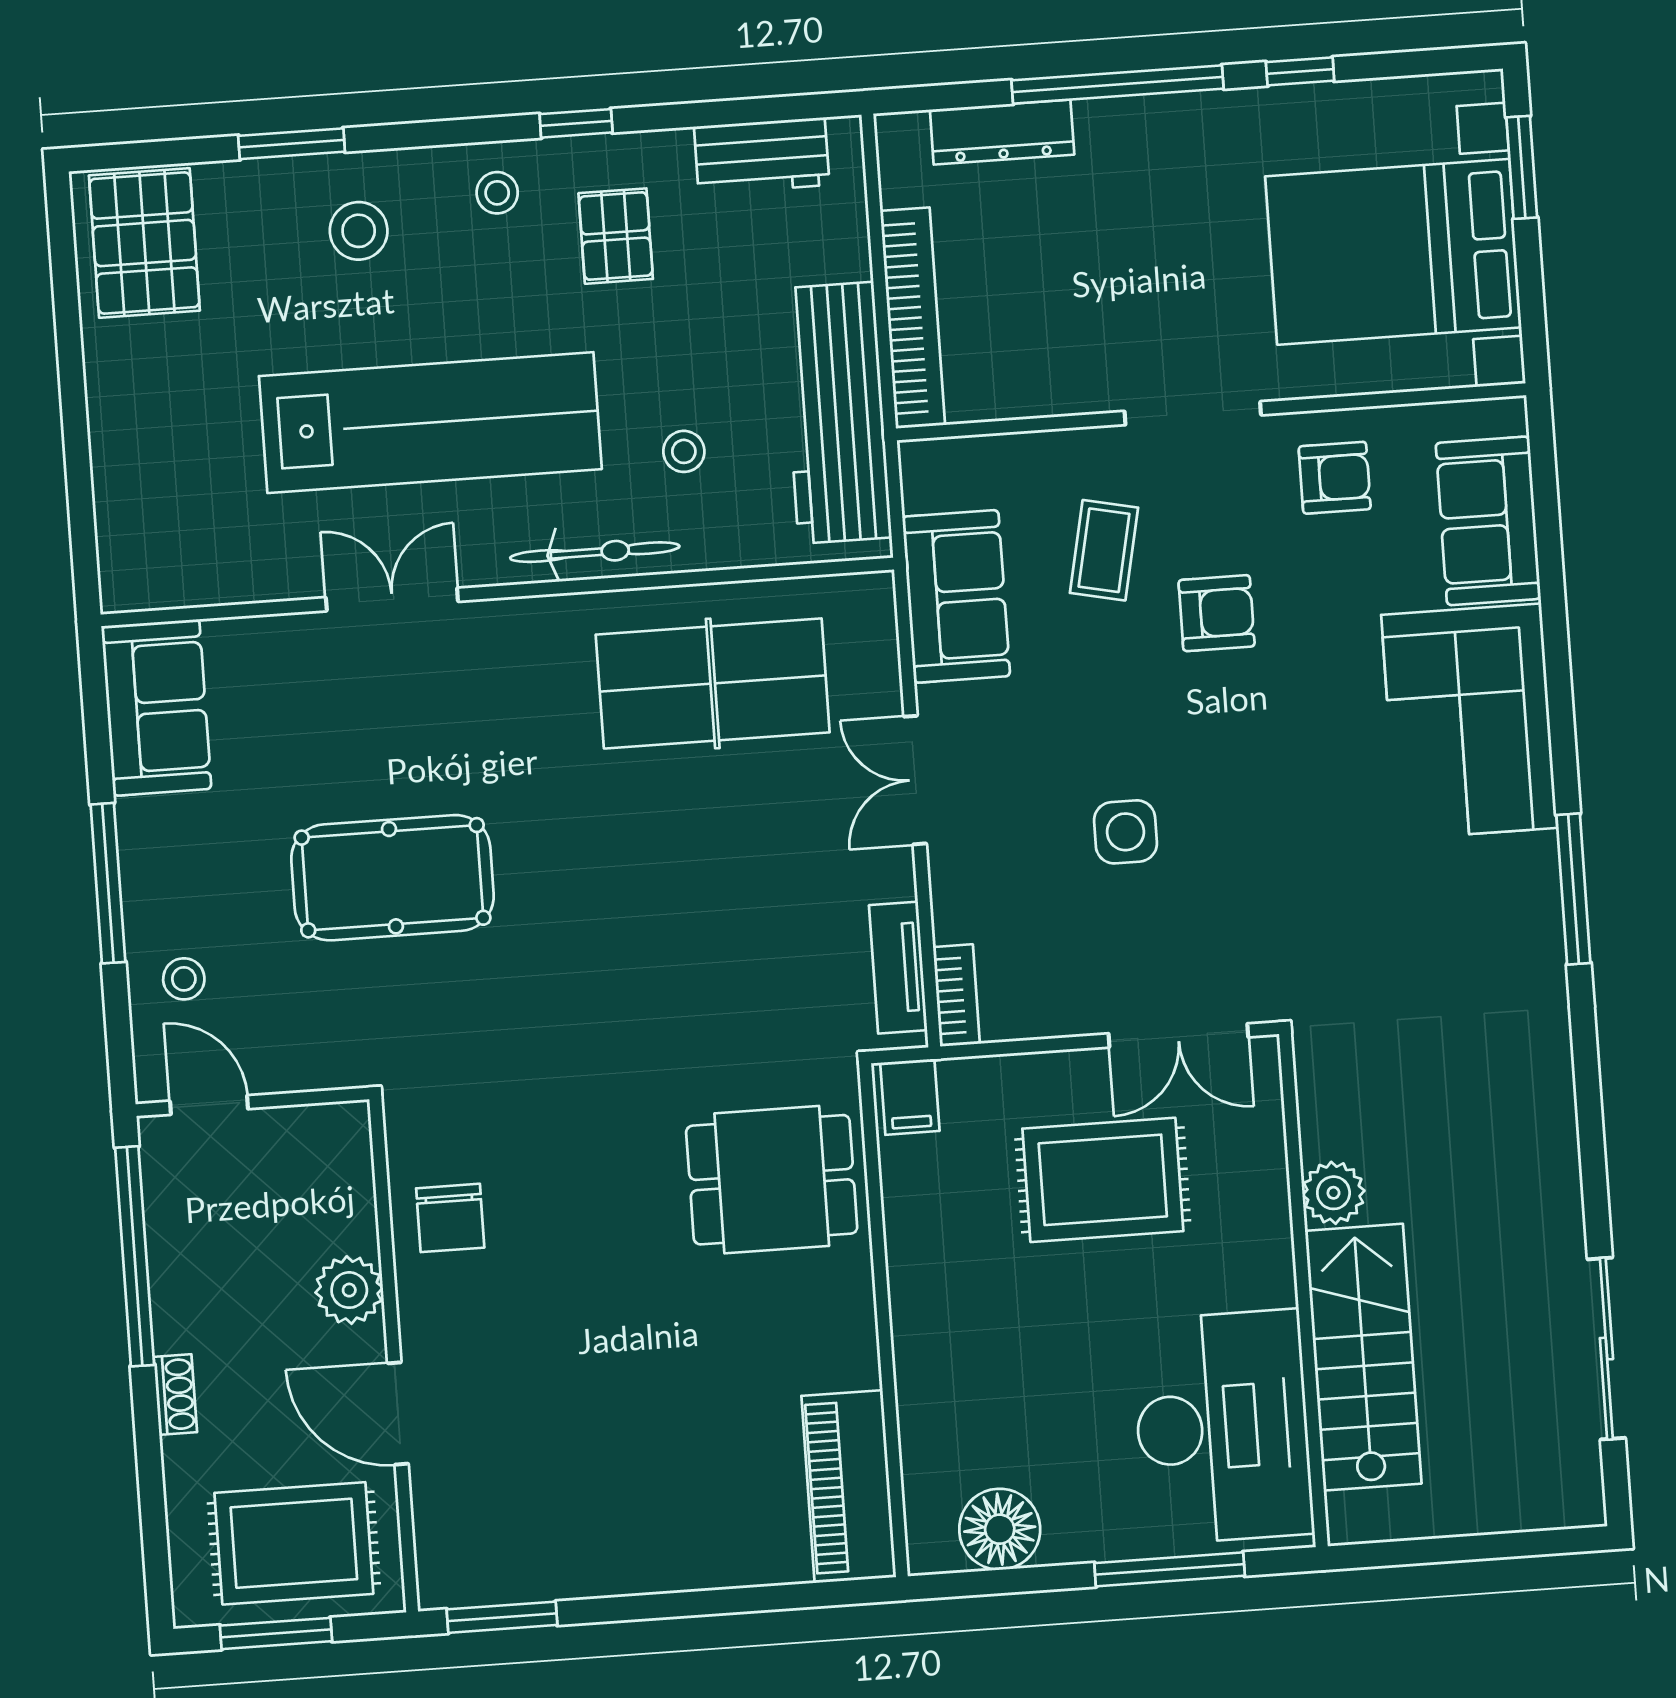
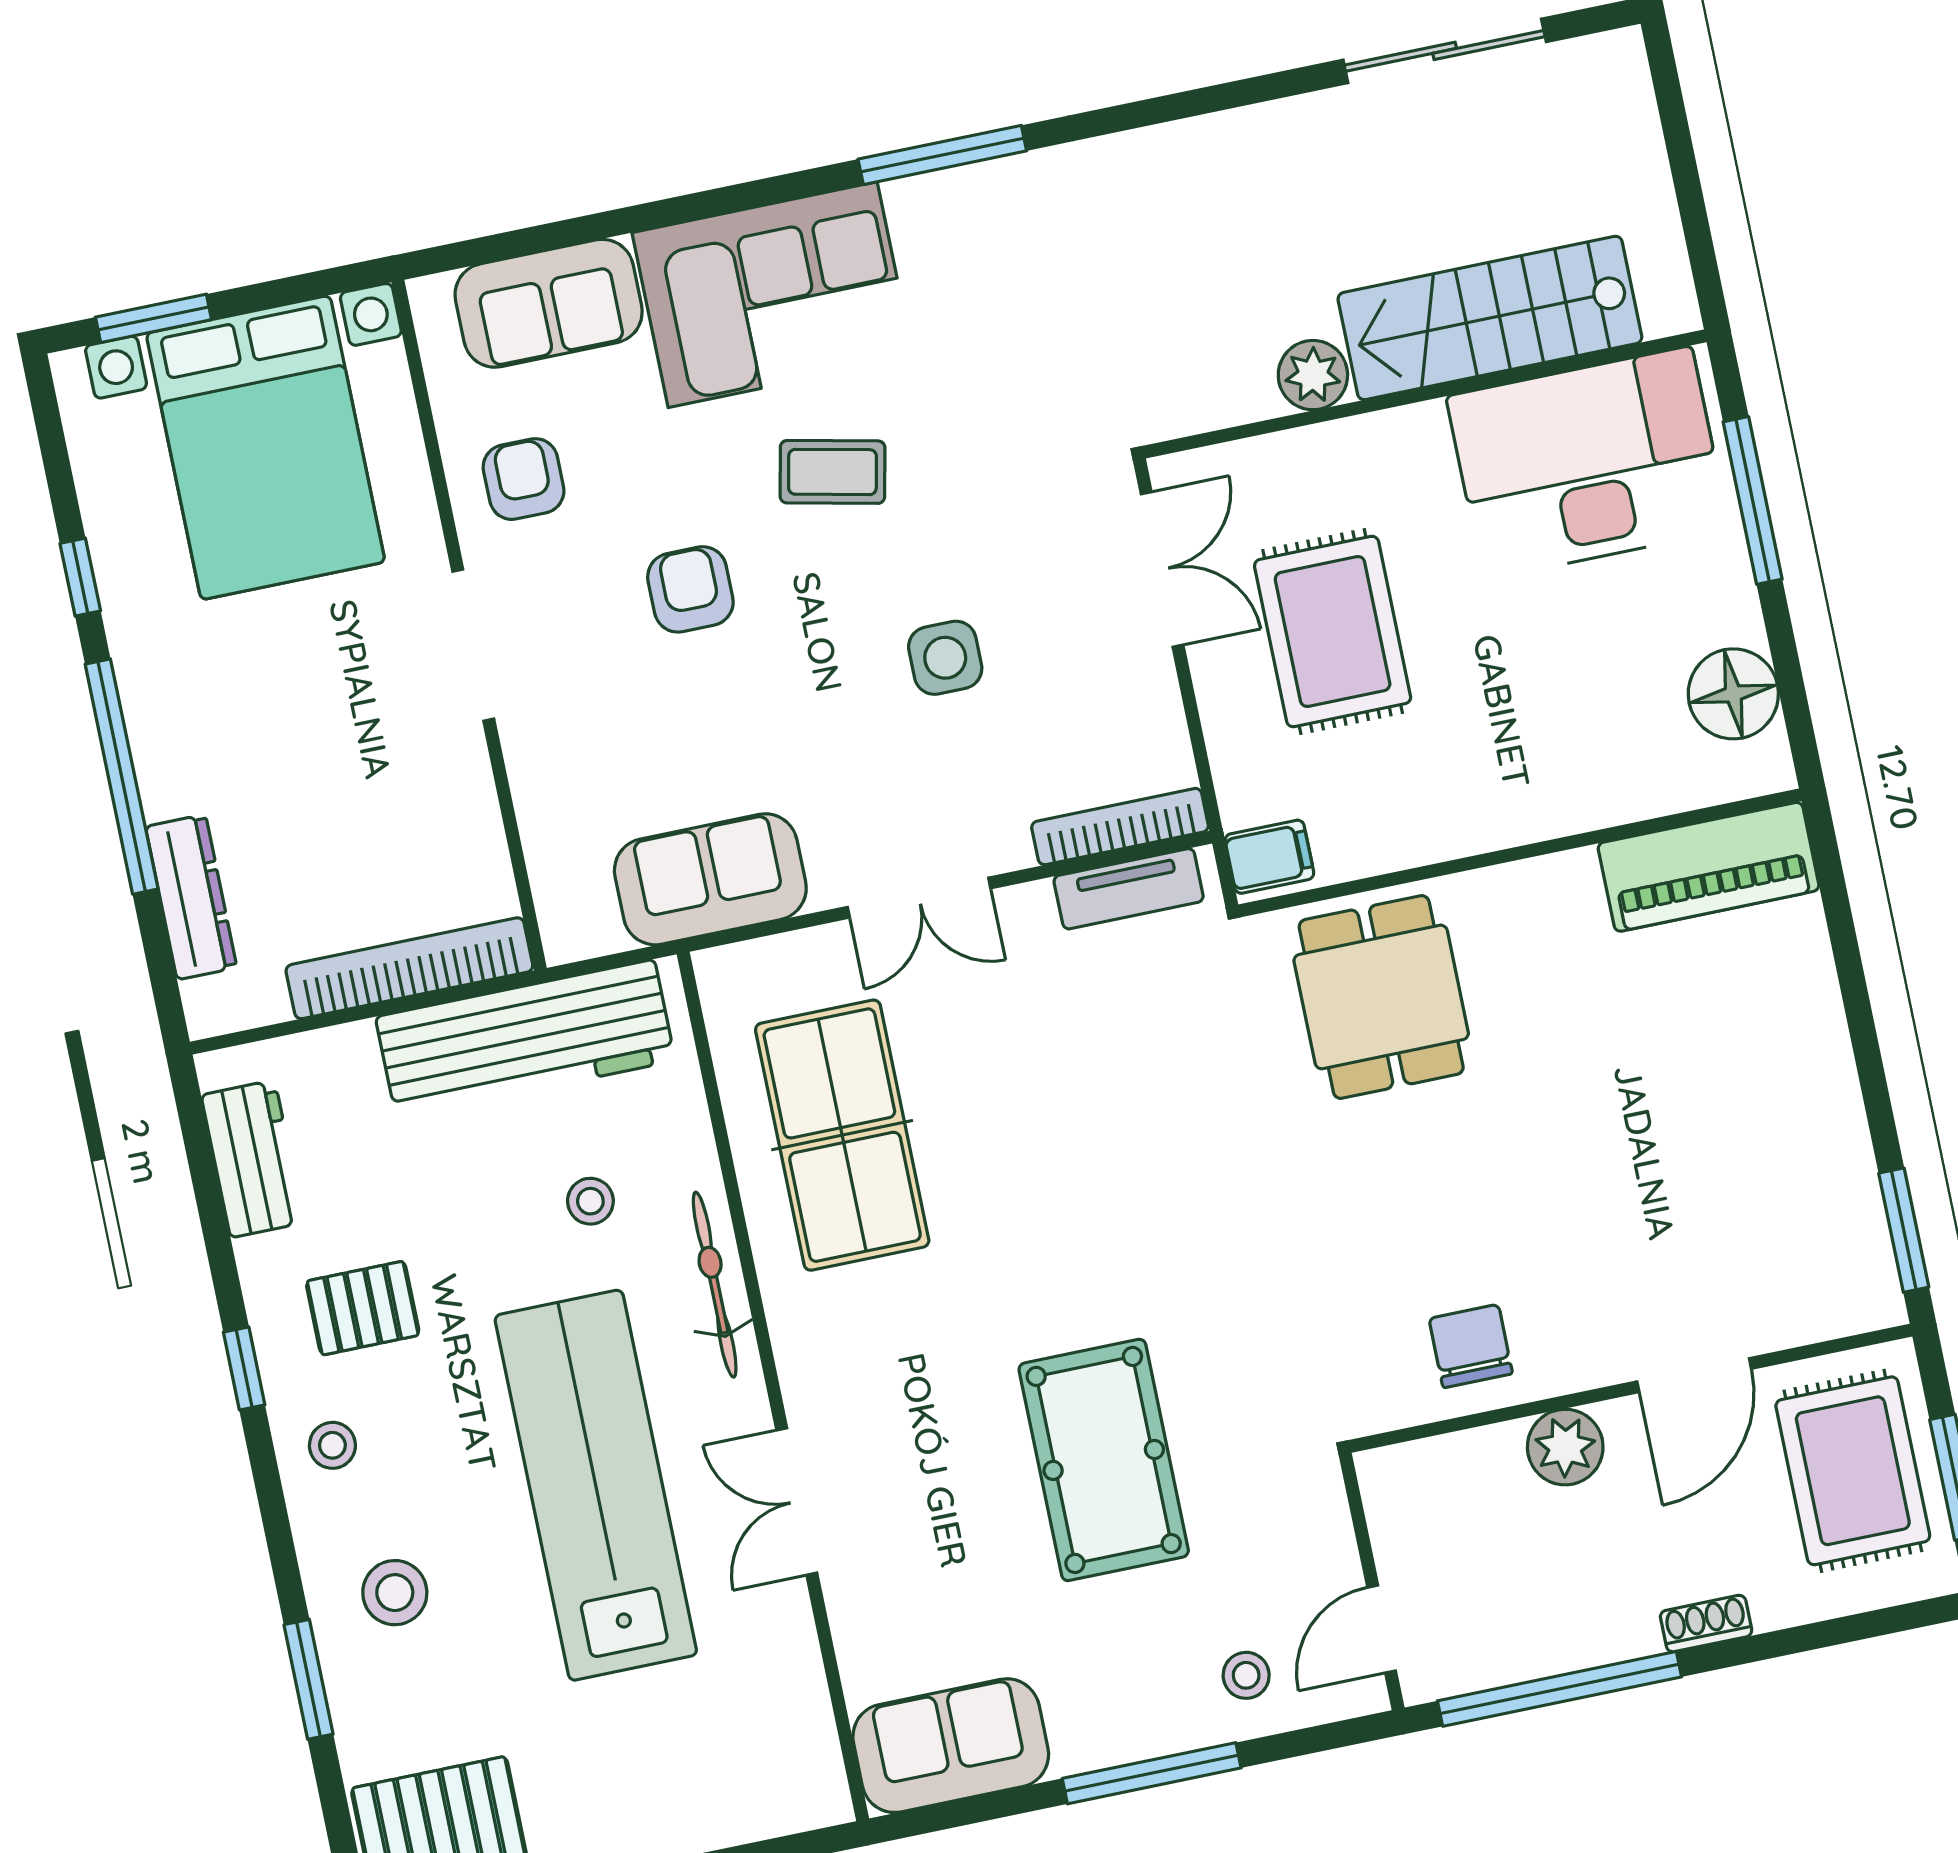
coffee table: (1104, 550) -> (832, 472), moved
bookcase: (956, 995) -> (1120, 827), width x1.56
chair: (450, 1218) -> (1471, 1346), turned -90

